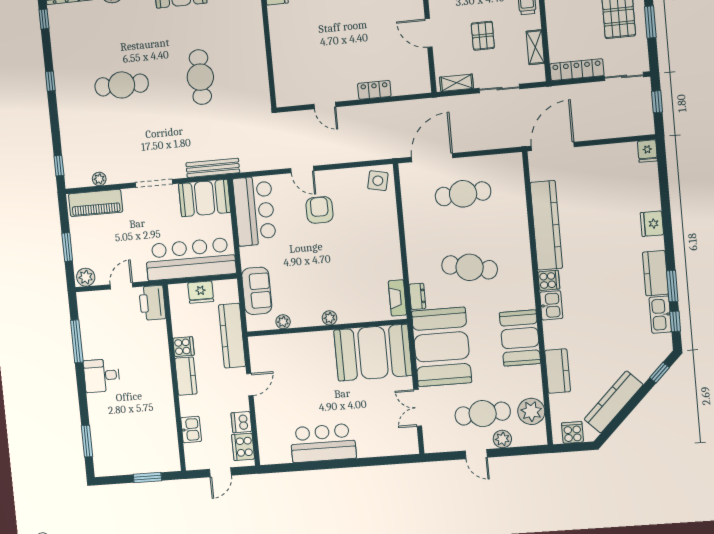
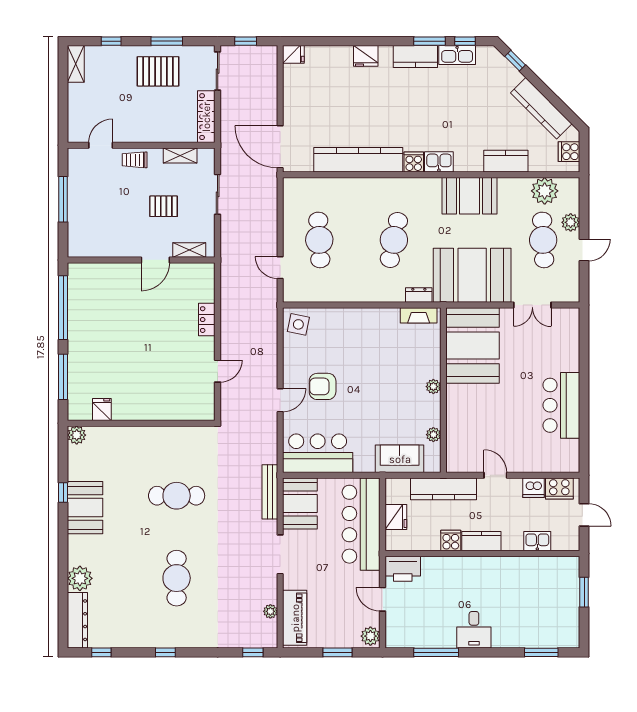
shelving: (457, 83) -> (189, 250), moved, turned 90
door: (432, 158) -> (280, 268), width x0.53

